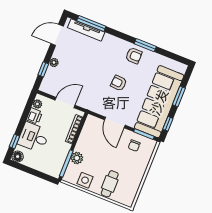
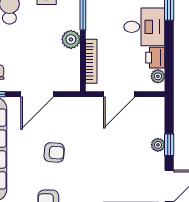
window: (43, 69) -> (169, 145), moved
door: (115, 123) -> (37, 94), swing flipped
plant: (77, 158) -> (71, 39), moved

